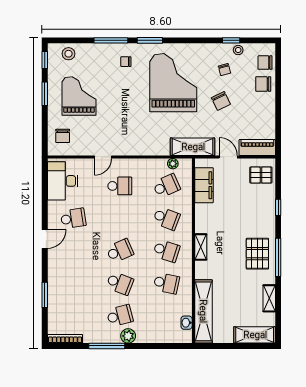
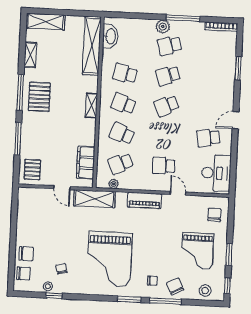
chair: (221, 101) -> (175, 287), moved
piano: (257, 148) -> (144, 200), moved
door: (103, 157) -> (178, 193), hinge flipped
pallet: (261, 175) -> (32, 170), turned 90
window: (278, 207) -> (18, 139), width x2.17
school desk: (120, 283) -> (168, 76), turned -39
washbasin: (187, 323) -> (110, 36), width x1.91, depth x1.45

